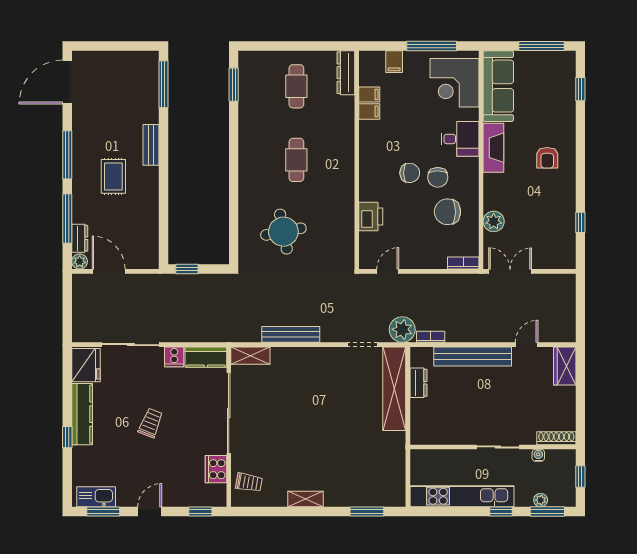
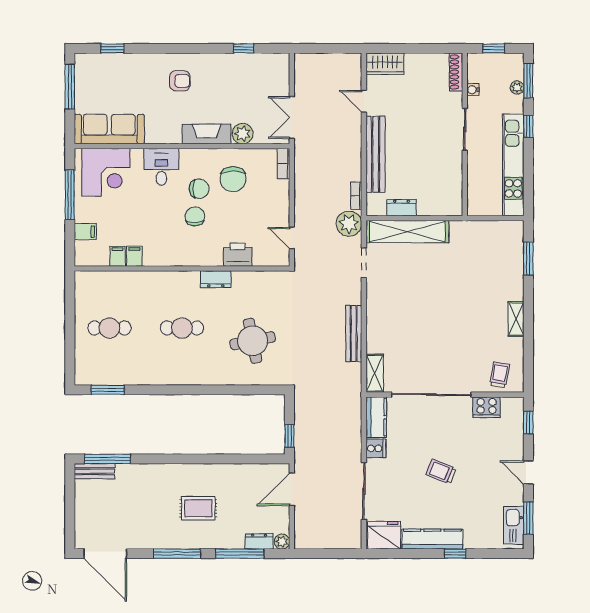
dresser: (346, 73) -> (216, 279), moved, width x0.70
bench: (151, 145) -> (94, 471), moved
fireplace: (493, 148) -> (207, 134), moved
door: (109, 271) -> (292, 489), moved

